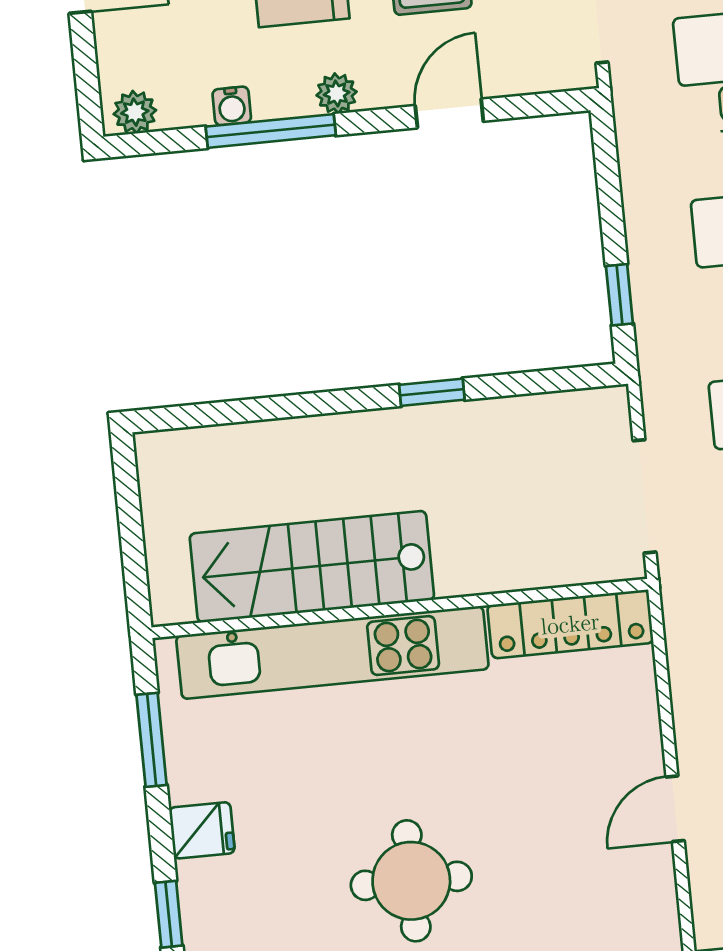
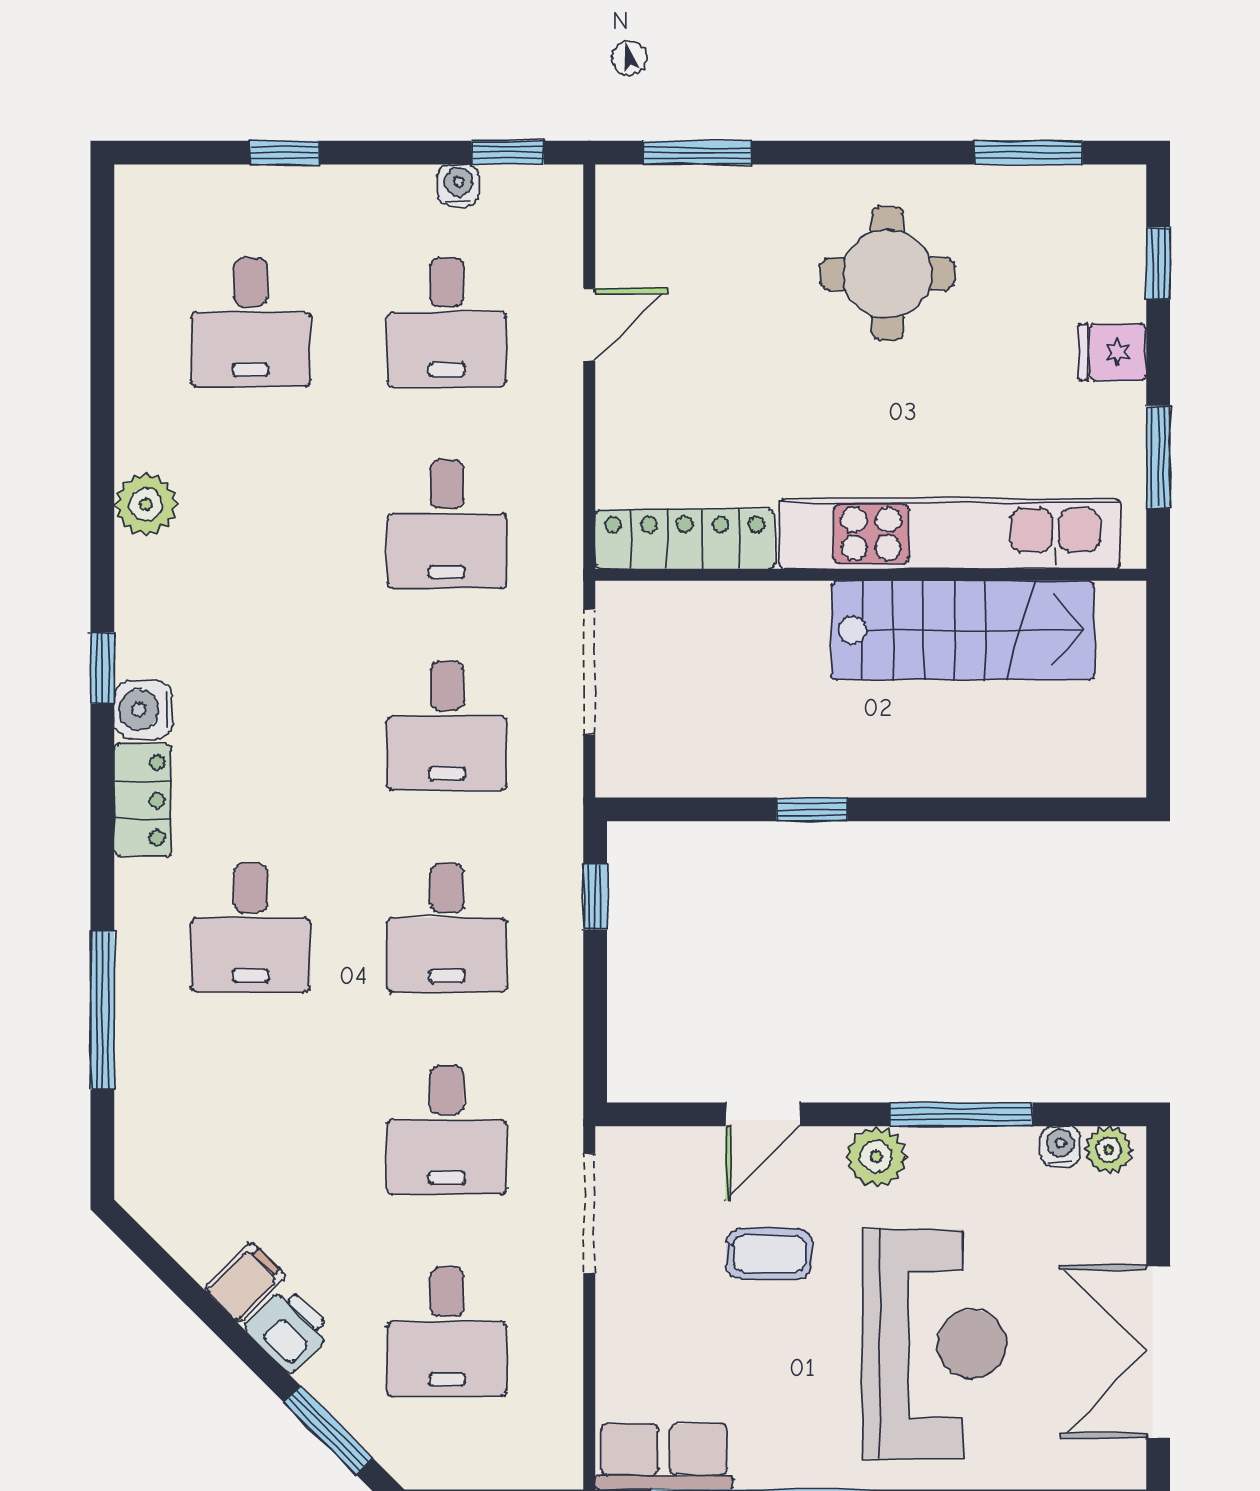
plant: (337, 94) -> (876, 1157), width x1.38, depth x1.38
water cooler: (232, 106) -> (1060, 1146), moved

